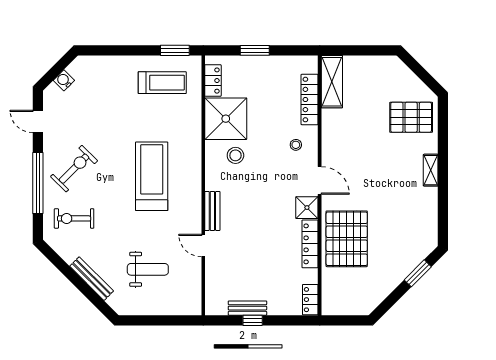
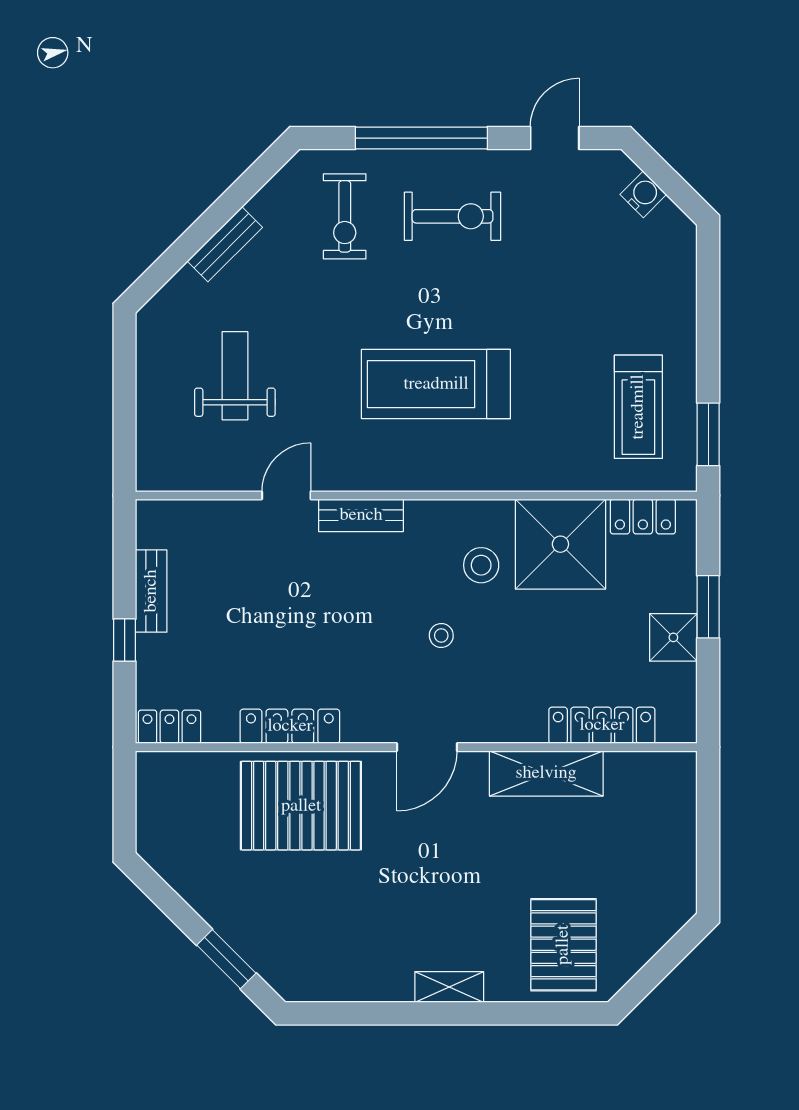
shelving: (332, 82) -> (546, 773), moved
stool: (296, 145) -> (441, 635), moved
exercise bike: (74, 169) -> (452, 216), turned -45
treadmill: (152, 176) -> (436, 384), turned 180
shower: (307, 208) -> (673, 637), moved
exercise bike: (74, 218) -> (345, 216), turned 180
weight bench: (148, 269) -> (235, 376), turned 180
bench: (92, 279) -> (225, 244), width x0.73
window: (253, 320) -> (125, 640), moved

